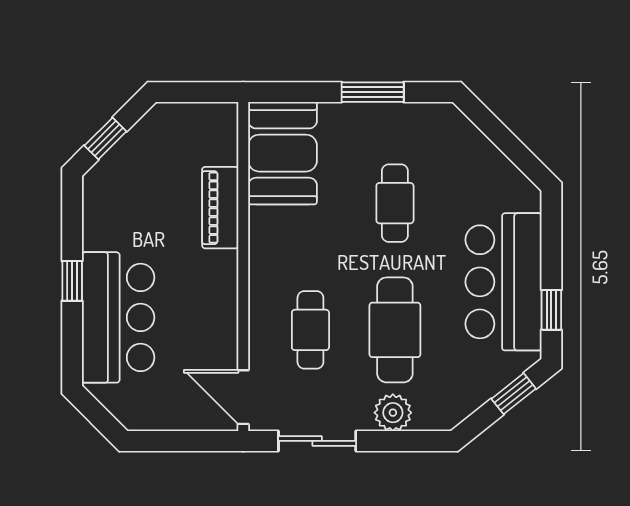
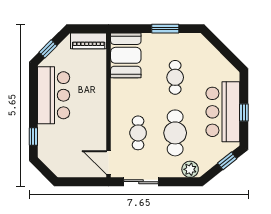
piano: (220, 208) -> (89, 41), moved, turned -90
window: (72, 281) -> (33, 136), moved
window: (551, 310) -> (244, 113), moved
bar counter: (118, 317) -> (54, 95), moved
plant: (393, 413) -> (190, 169), moved

